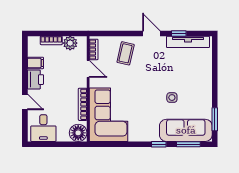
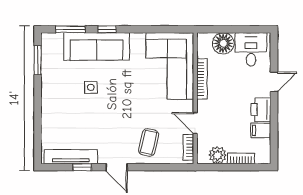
door: (25, 102) -> (274, 82), swing flipped
sofa: (186, 130) -> (97, 46), moved
floor lamp: (78, 133) -> (223, 43), moved

